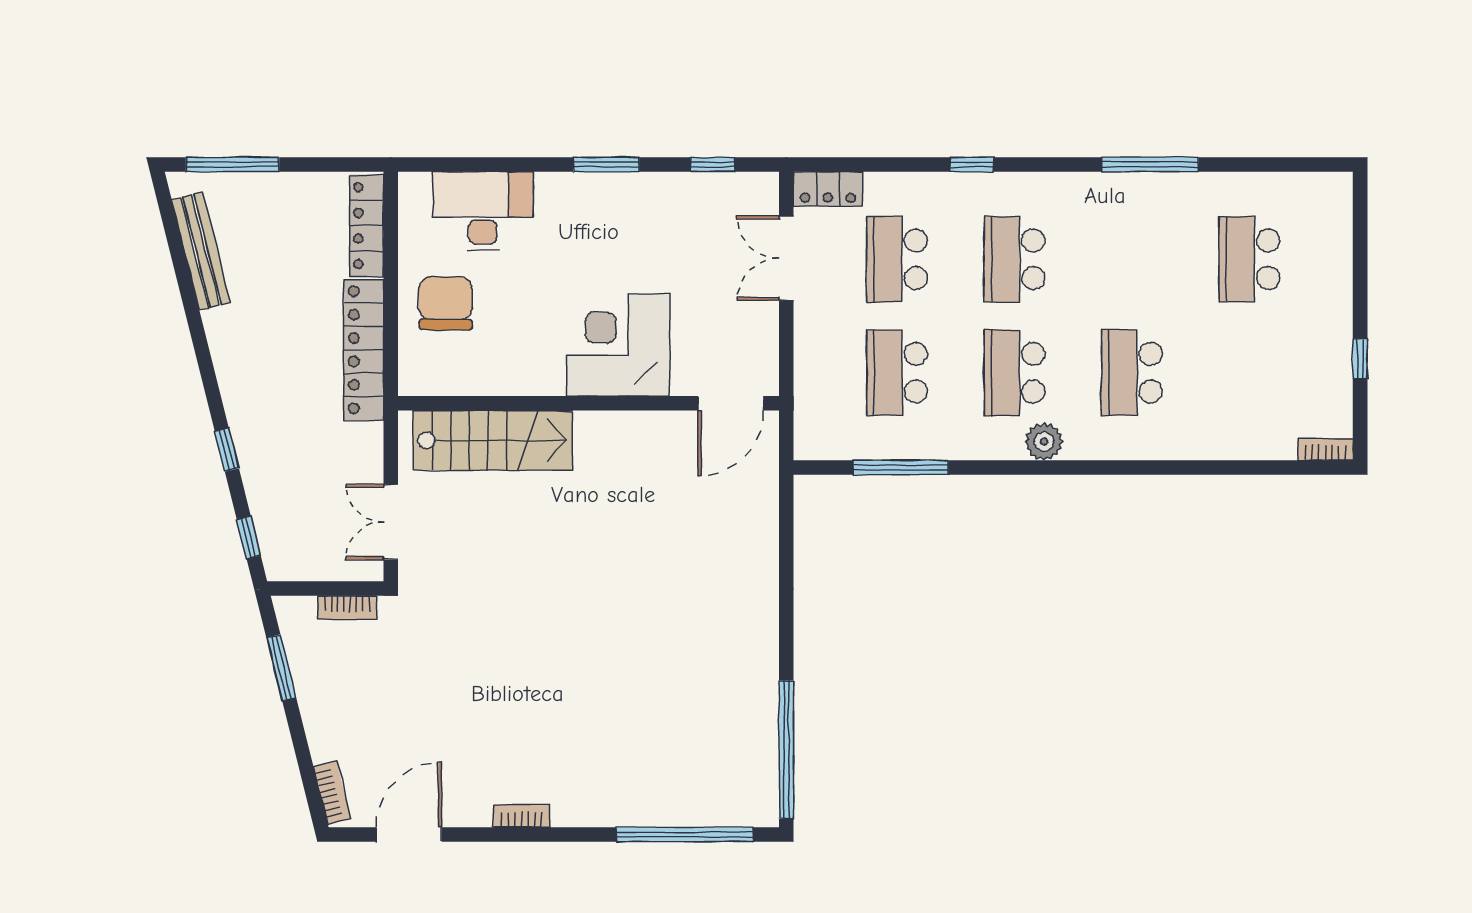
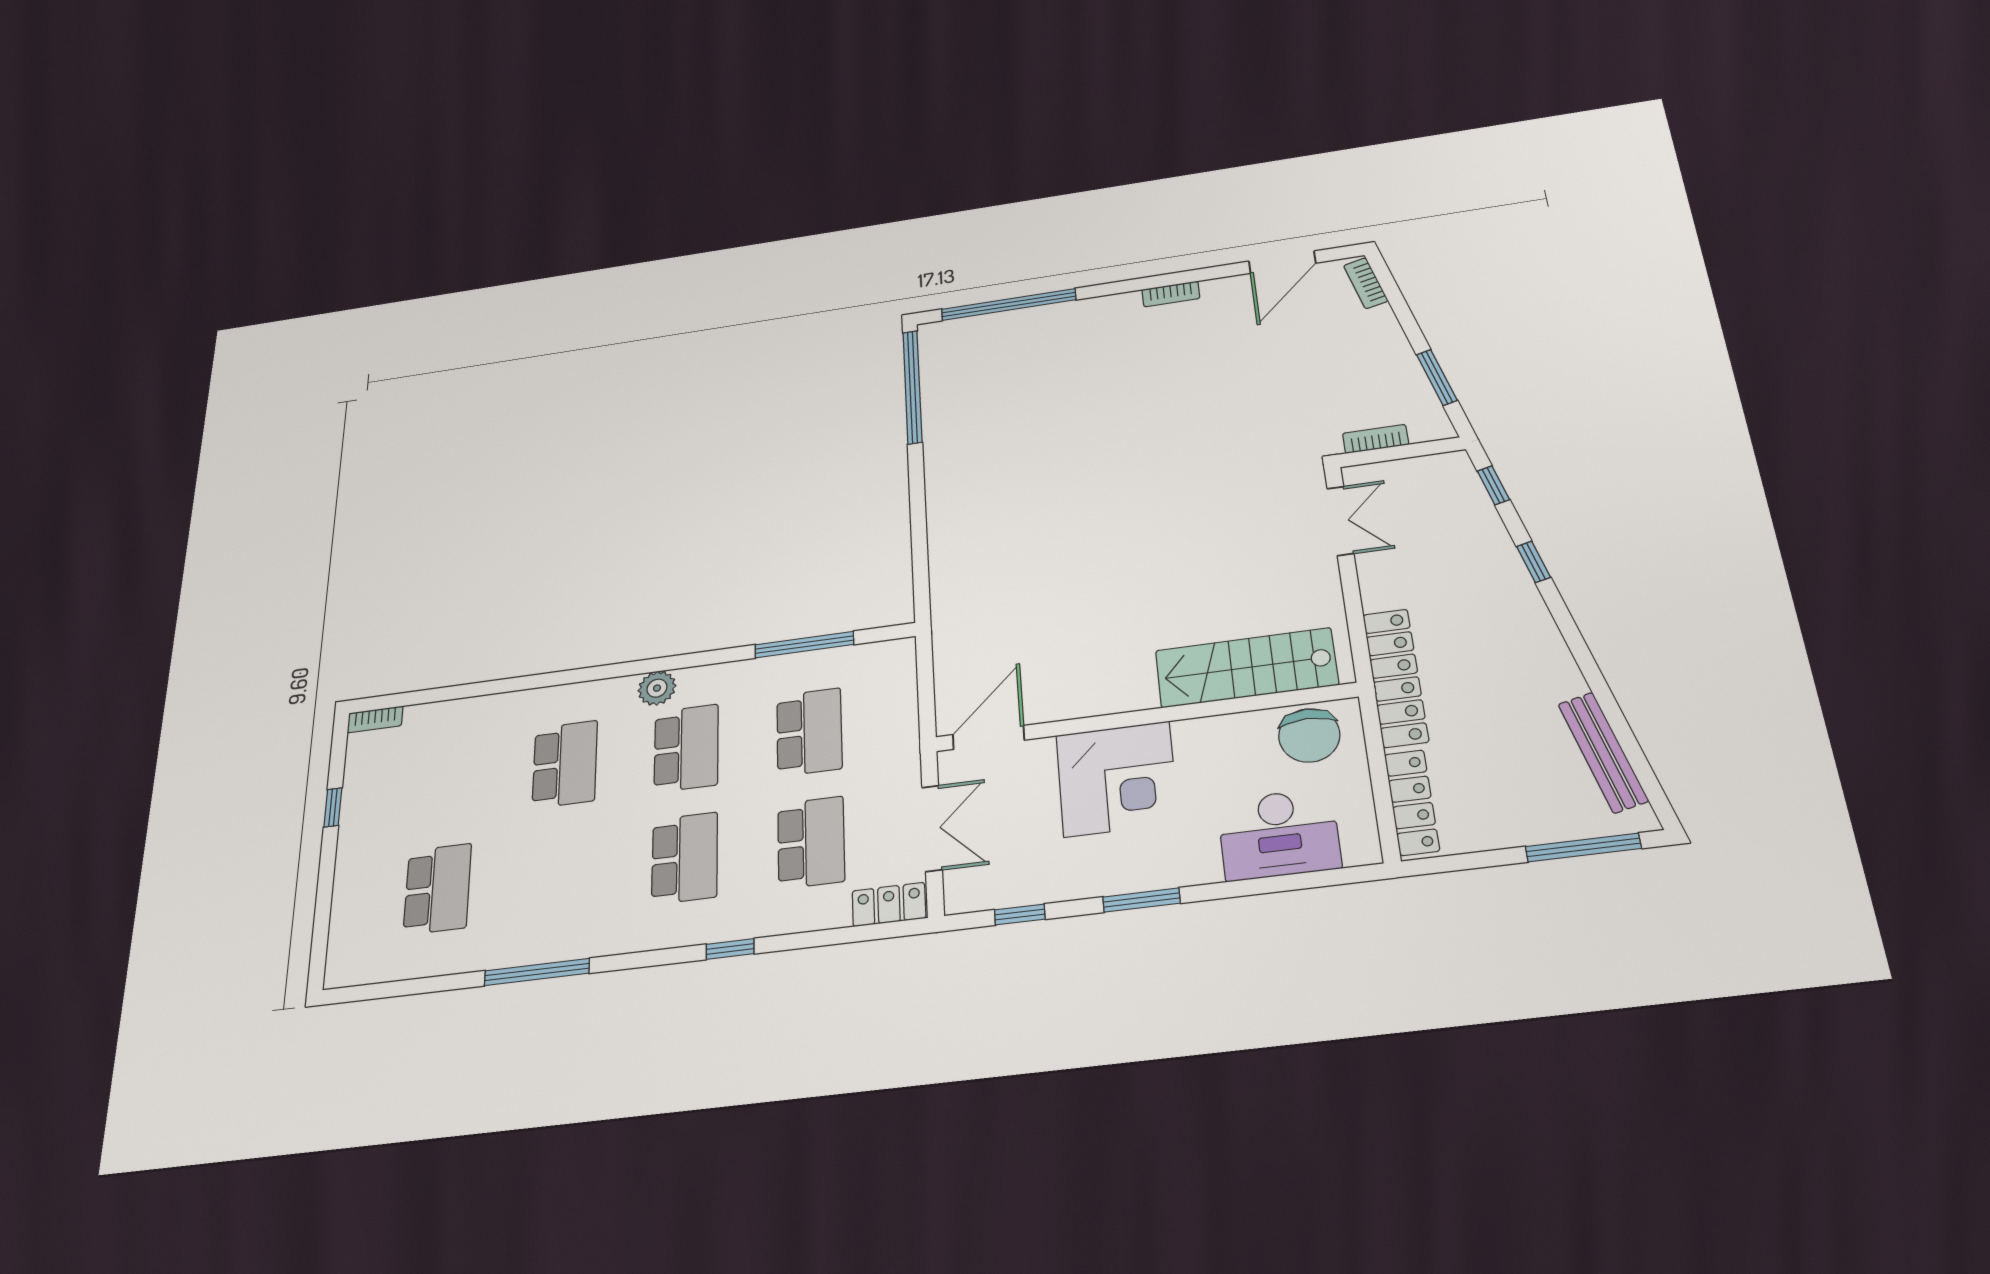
corner desk: (618, 345) -> (1117, 779), moved
wall: (589, 403) -> (1144, 717), moved
door: (731, 403) -> (988, 737), moved
stairs: (493, 440) -> (1246, 668), moved

